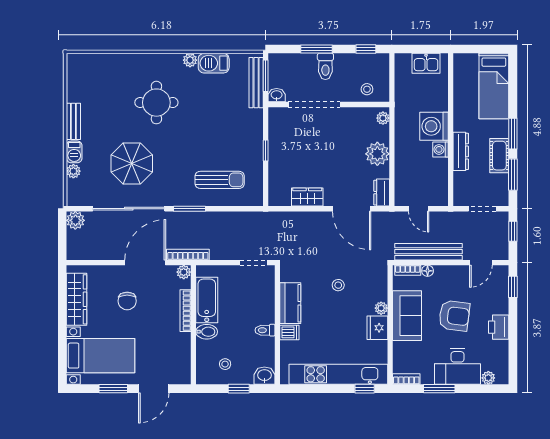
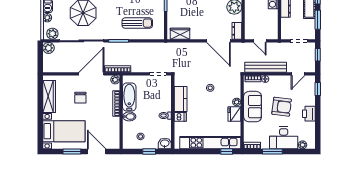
plant: (82, 197) -> (52, 34), added
wardrobe: (307, 197) -> (180, 34), moved
door: (154, 389) -> (97, 152), swing flipped

